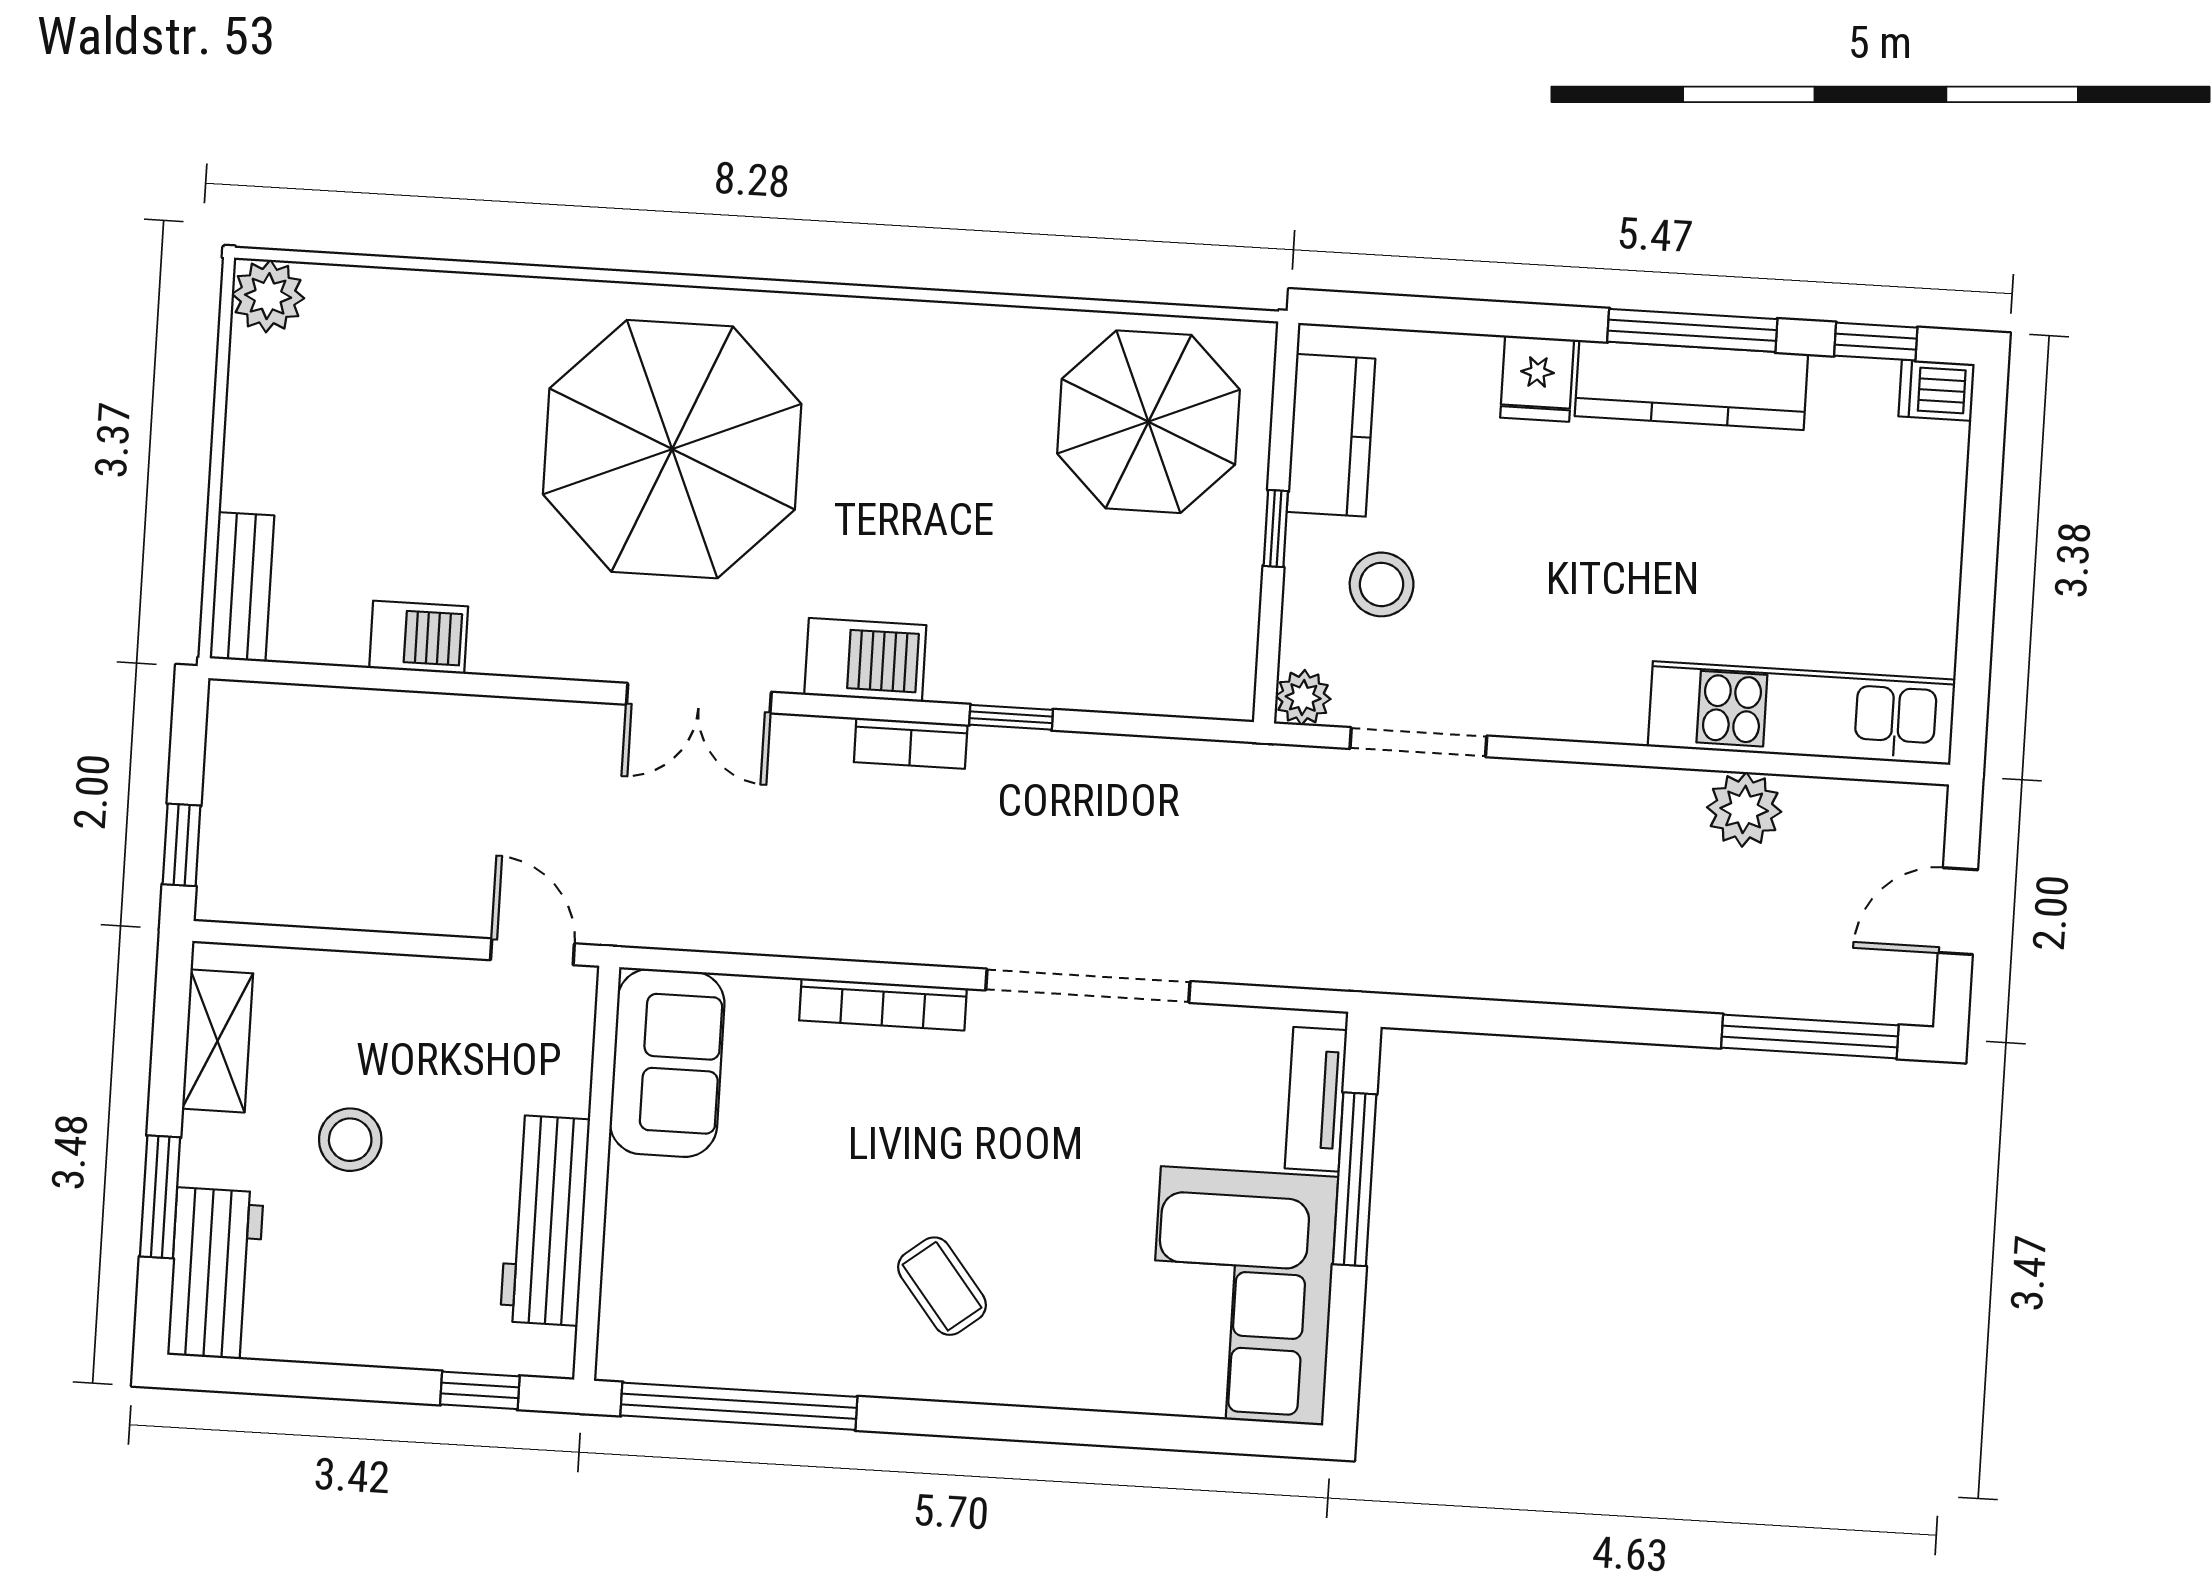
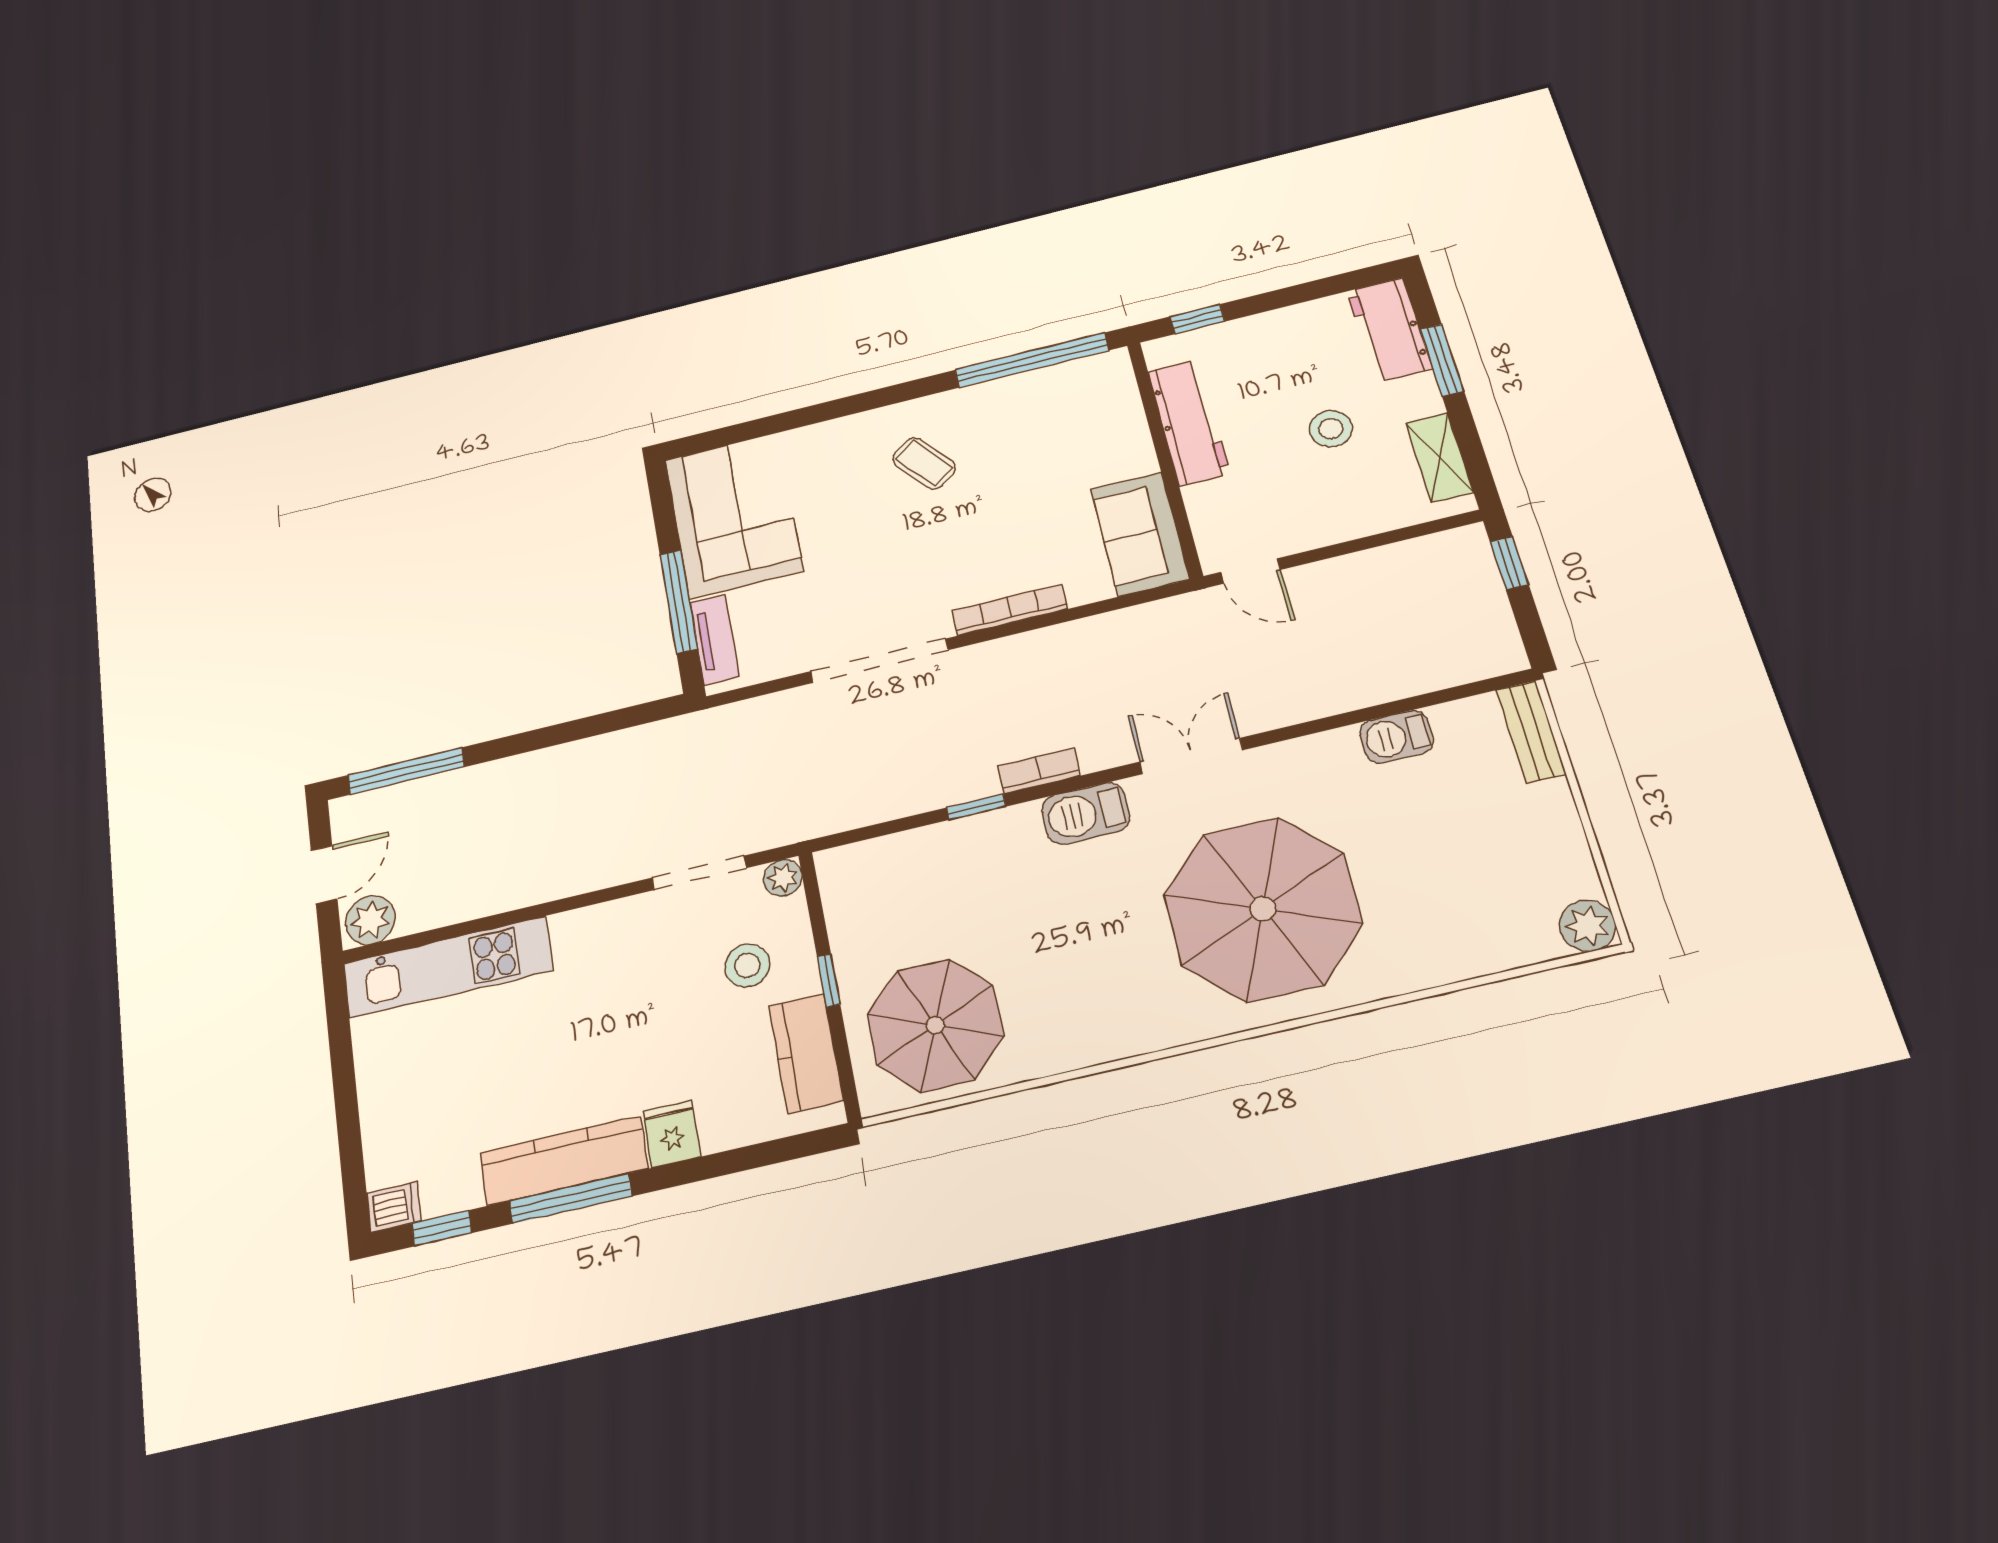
plant: (1744, 809) -> (371, 920), moved

